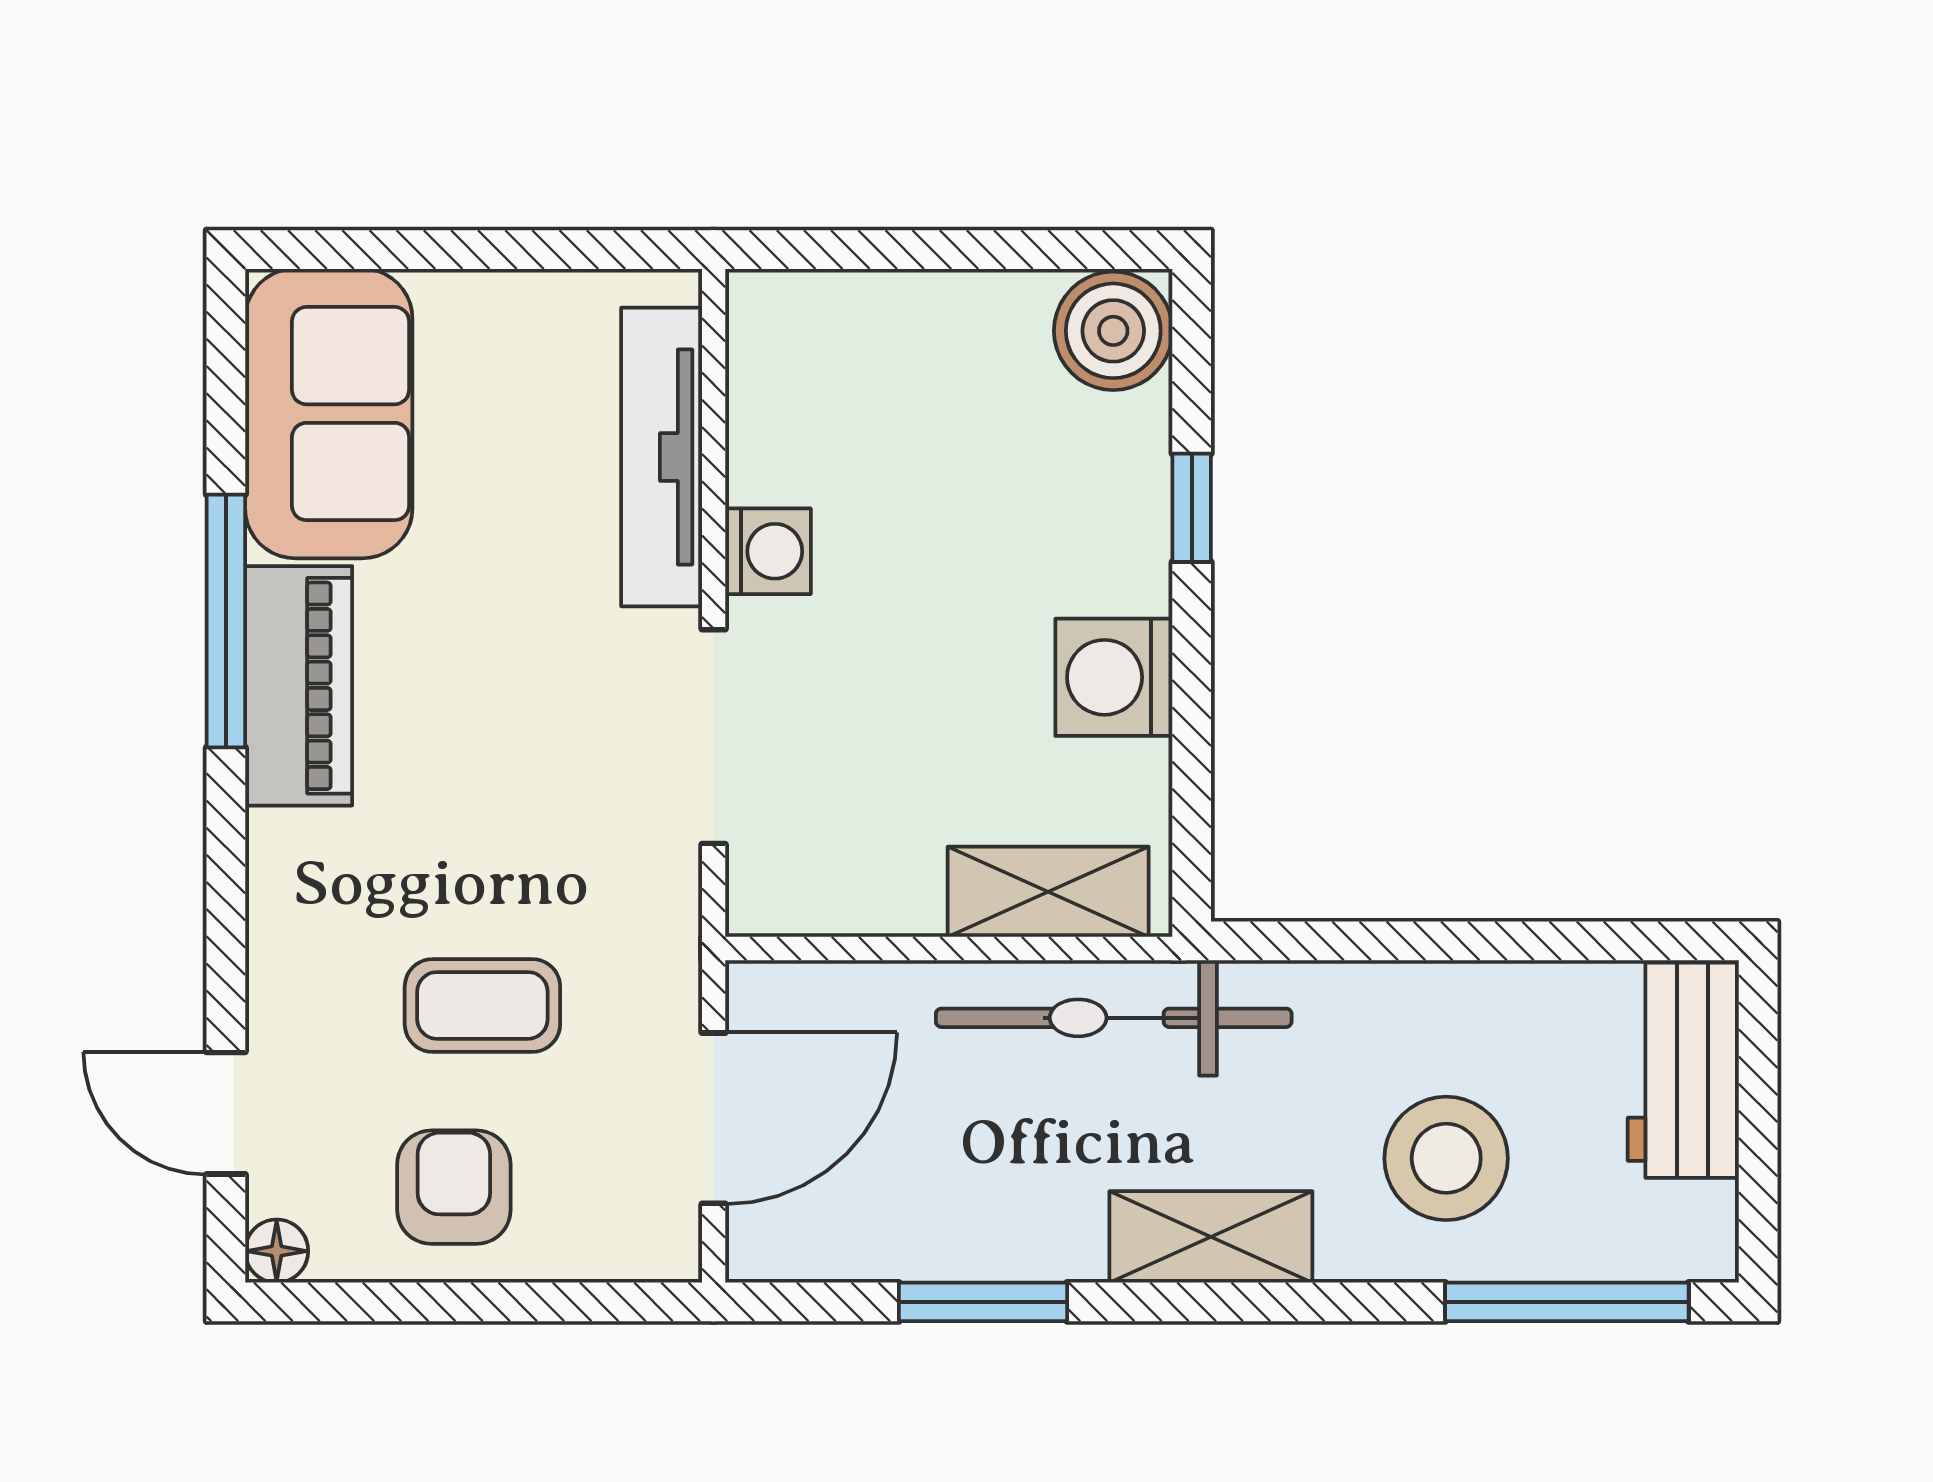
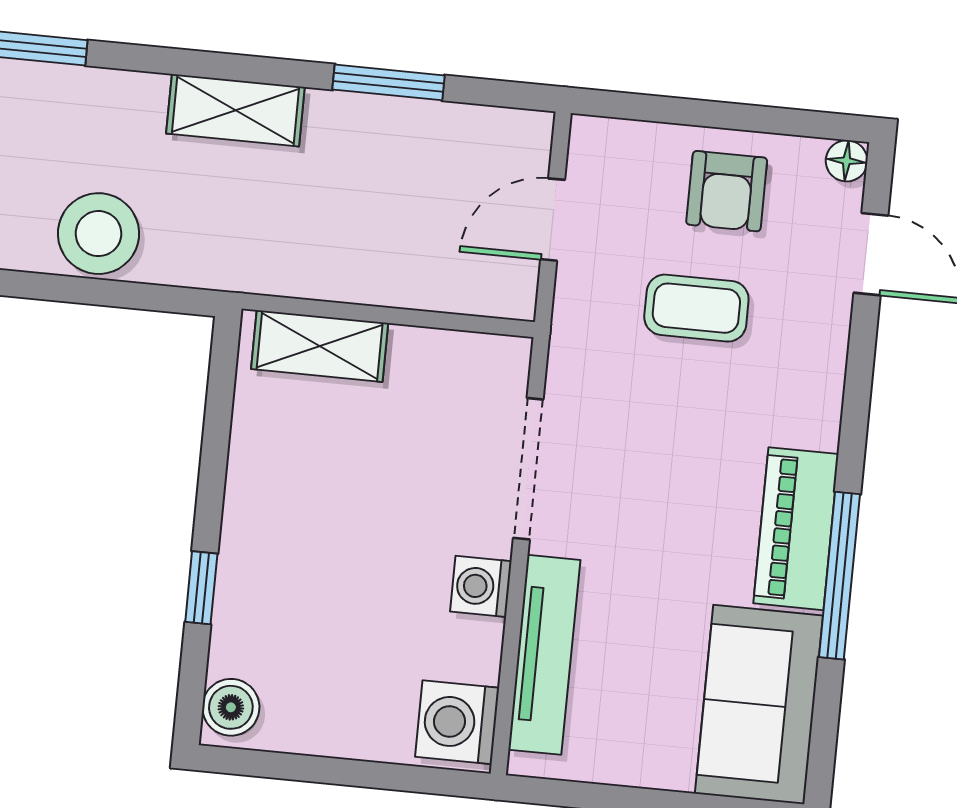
boiler: (1113, 331) -> (231, 707), width x0.73, depth x0.73
washing machine: (1114, 677) -> (457, 722), moved, turned 180
bicycle: (1114, 1018) -> (285, 260), removed
door: (714, 1118) -> (553, 220), width x0.73
stool: (1446, 1158) -> (98, 234), moved

